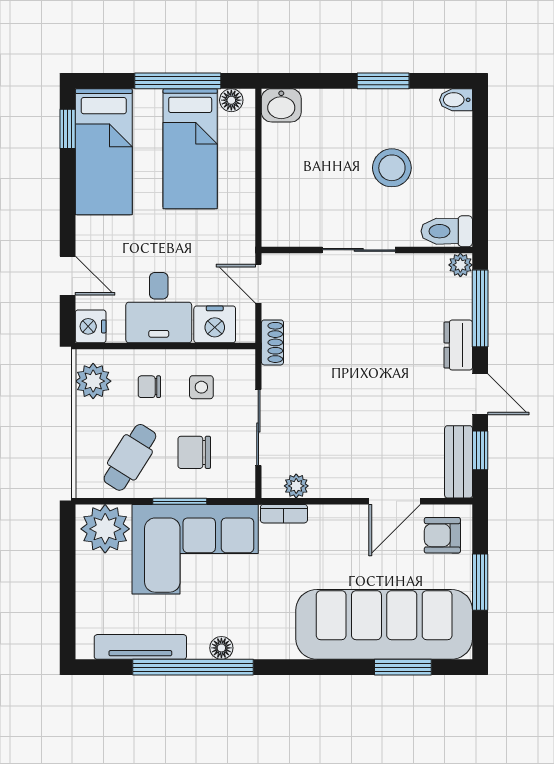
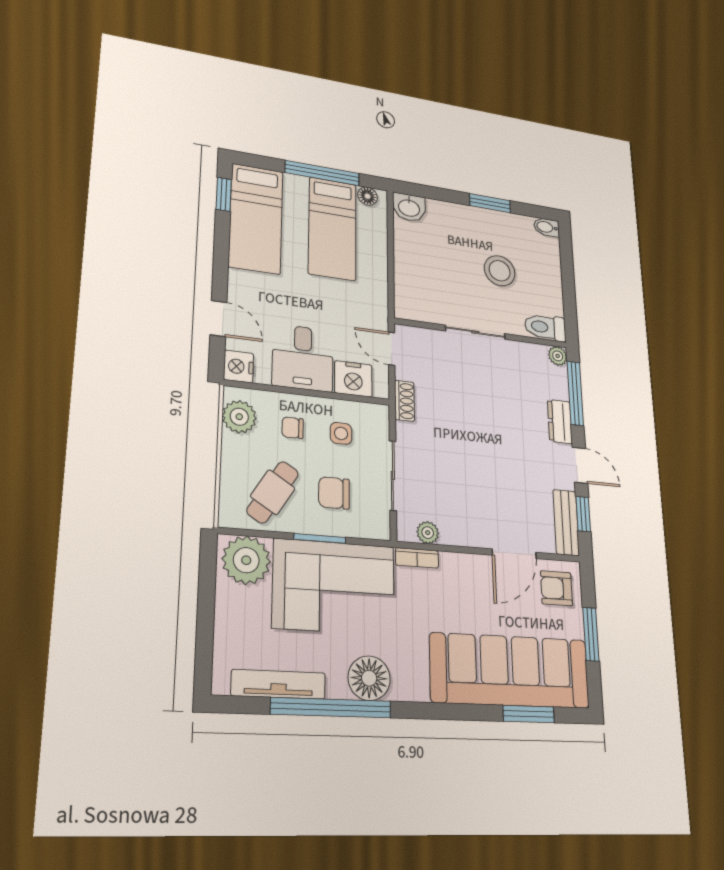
floor lamp: (221, 648) -> (369, 678), width x1.89, depth x1.89

